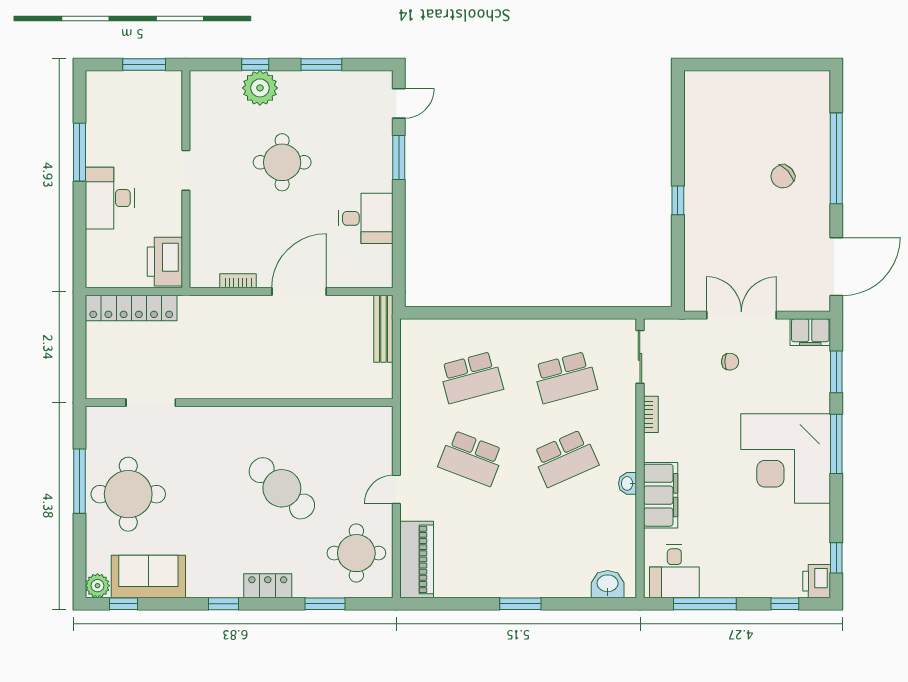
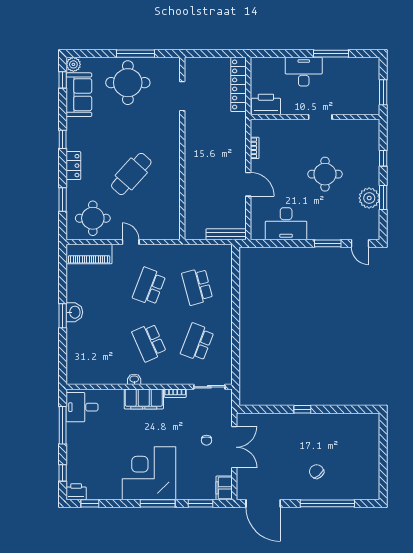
plant: (260, 88) -> (369, 198), moved
desk: (366, 218) -> (286, 224), width x1.37
door: (299, 291) -> (248, 184), width x0.73
school desk: (565, 377) -> (197, 342), turned 36
filing cabinet: (661, 495) -> (144, 399), moved
washbasin: (608, 584) -> (74, 312), moved

